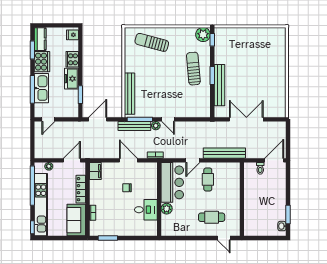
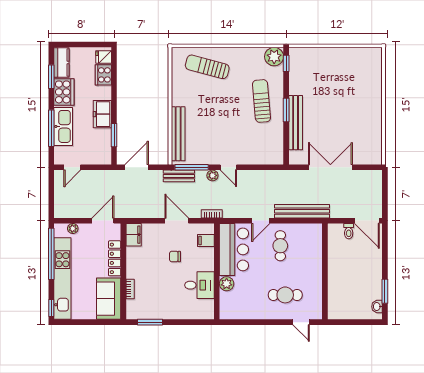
cooker: (72, 59) -> (103, 75), moved
bench: (134, 126) -> (179, 176), width x0.73
door: (274, 160) -> (367, 221), swing flipped
filing cabinet: (151, 175) -> (206, 240), added

